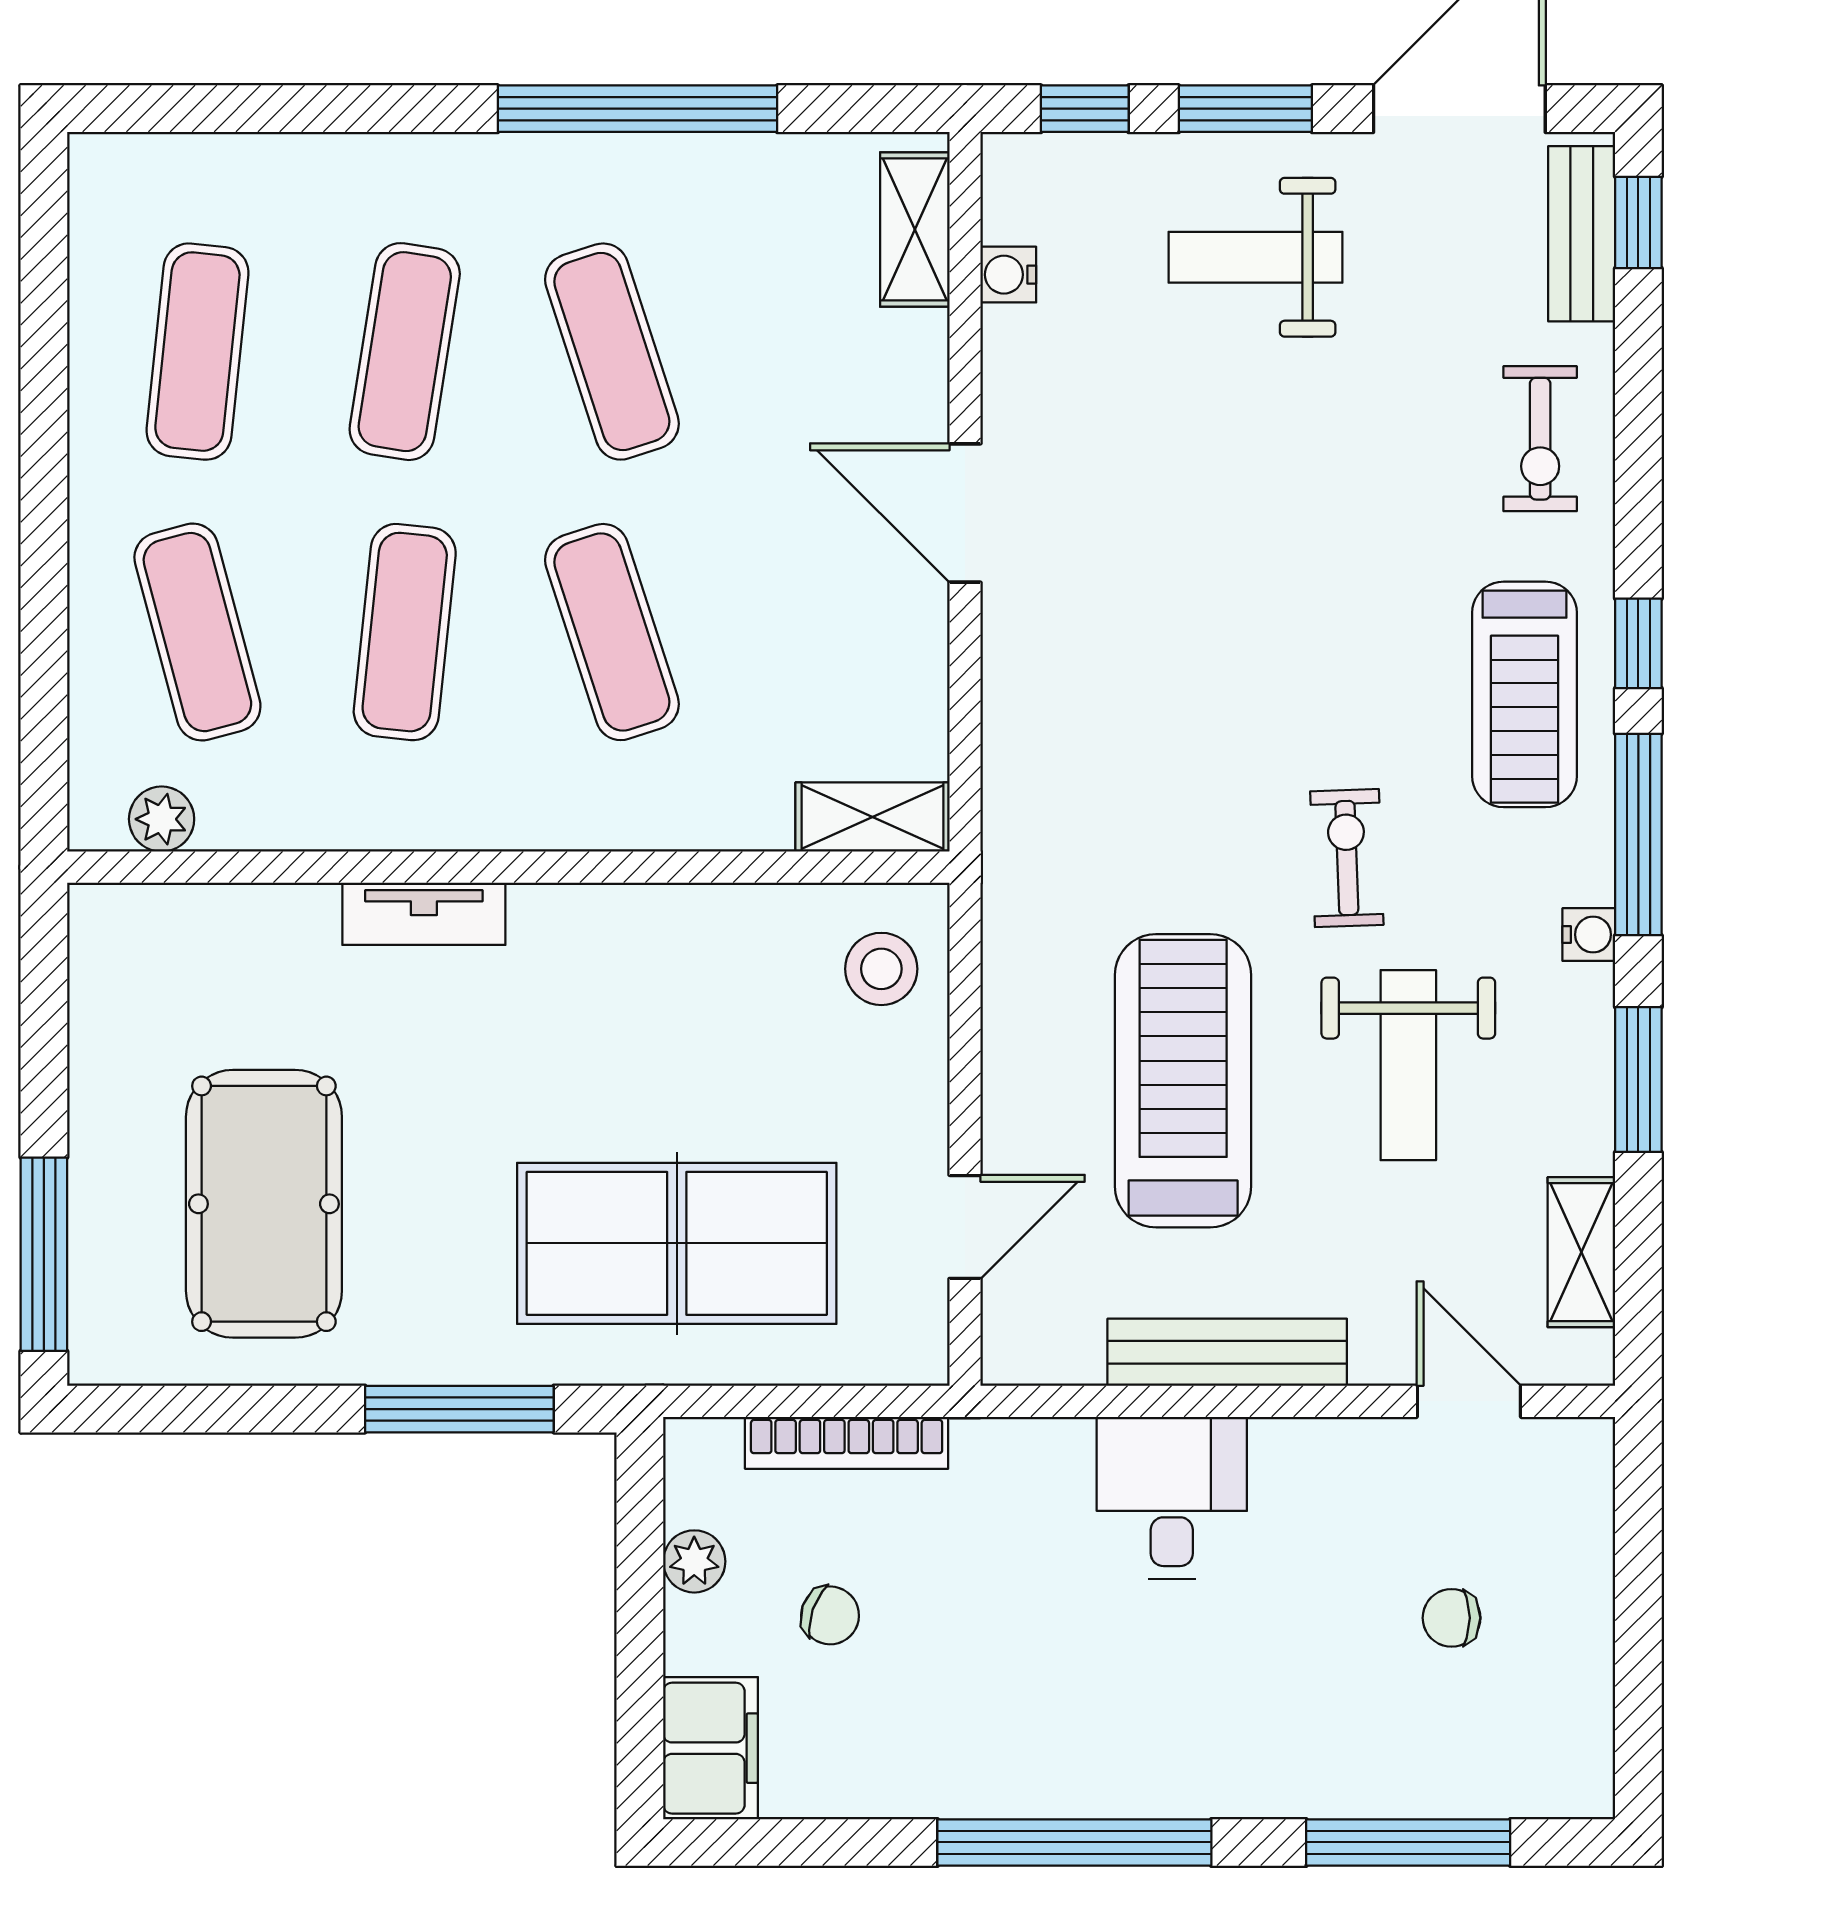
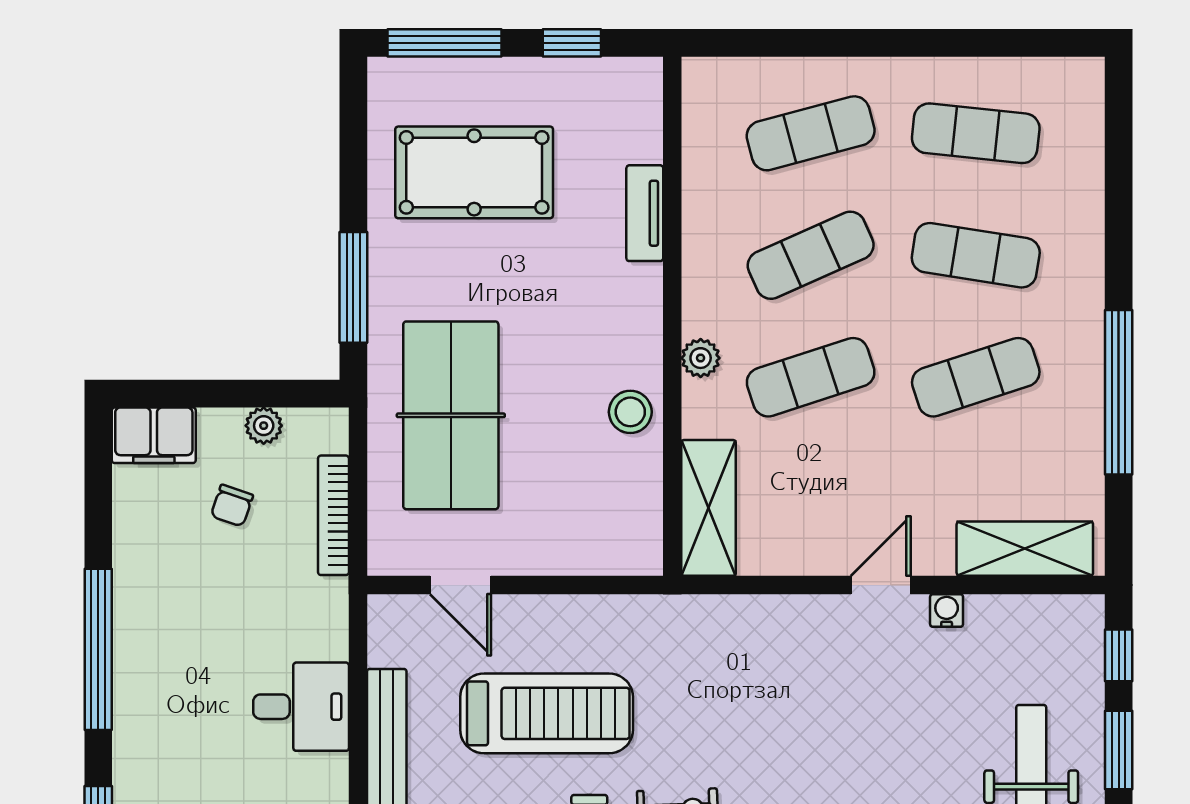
shelving: (915, 229) -> (1025, 549), width x1.50, depth x1.33
water cooler: (1008, 275) -> (947, 611), moved
door: (965, 513) -> (881, 585), width x0.73
exercise mat: (405, 632) -> (811, 255), turned -30
shelving: (872, 817) -> (709, 508), width x1.50, depth x1.33
plant: (162, 819) -> (701, 358), moved
tv unit: (424, 914) -> (645, 213), moved
stool: (881, 969) -> (630, 412), moved
window: (44, 1038) -> (572, 43), added

